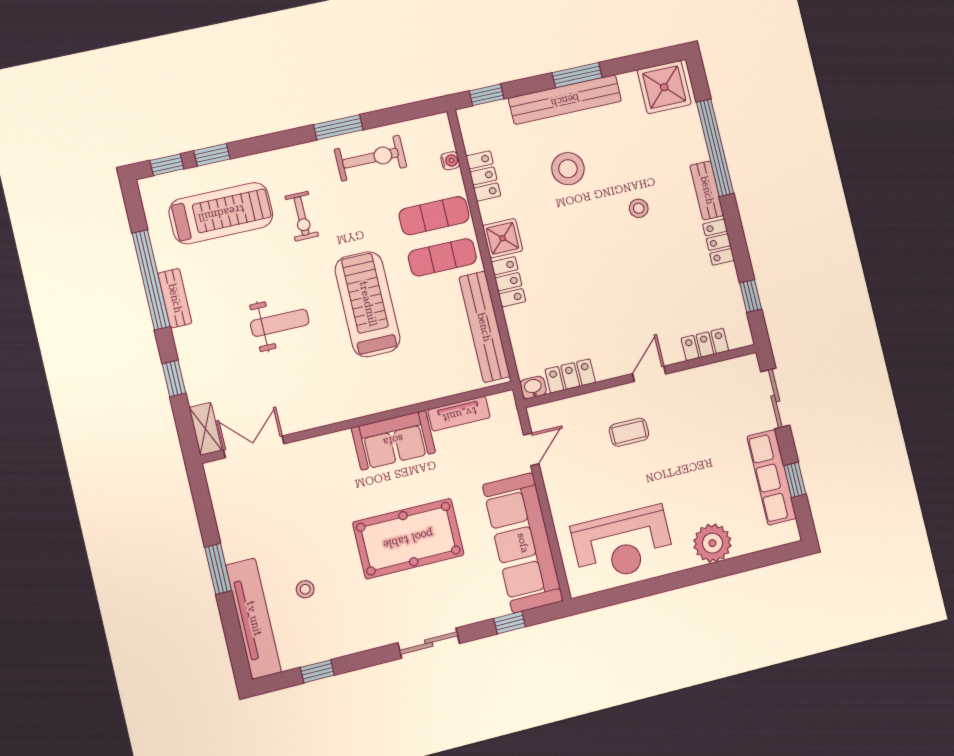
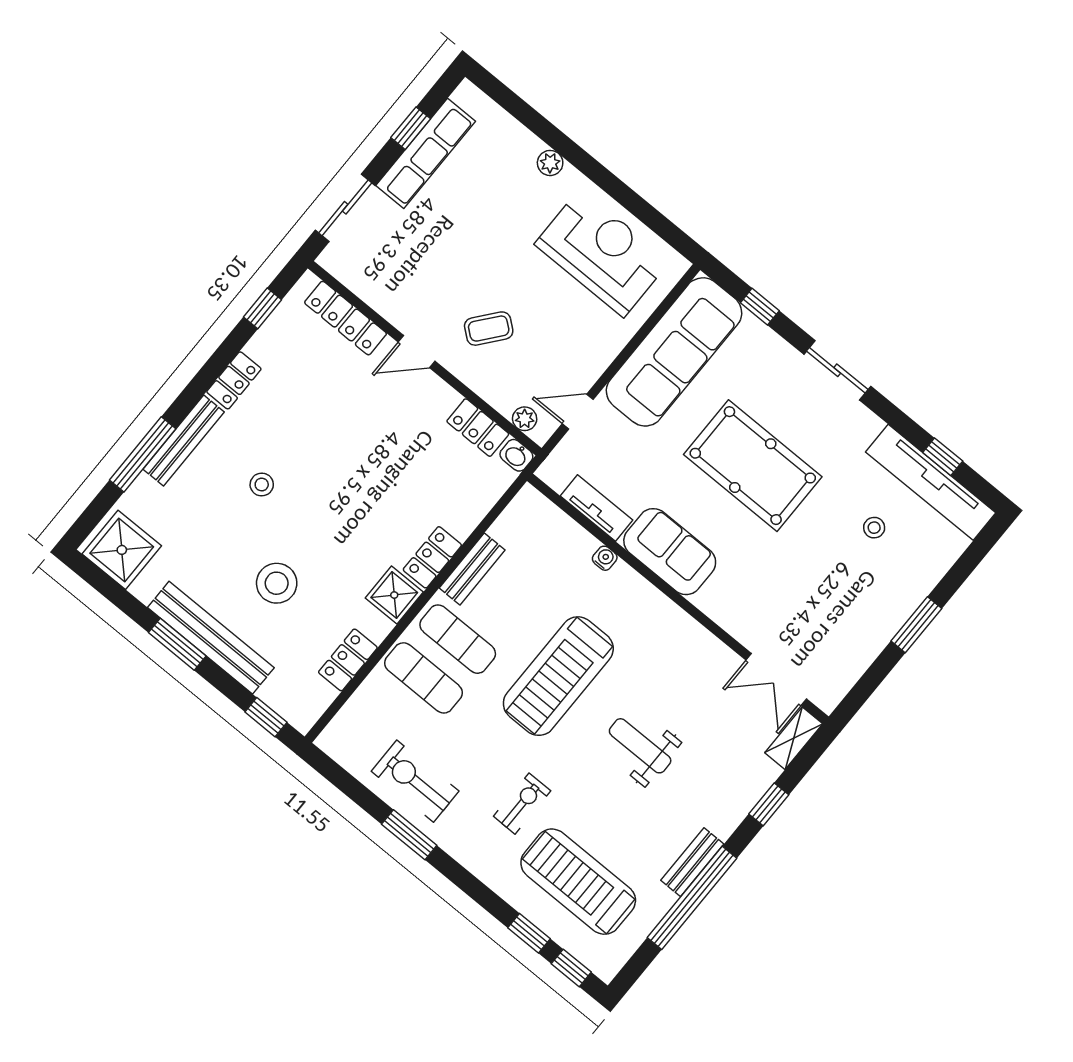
window: (715, 148) -> (143, 454), width x0.68
water cooler: (450, 161) -> (605, 558), moved, turned 90
bench: (707, 190) -> (184, 441), width x1.36
bench: (484, 327) -> (472, 569), width x0.54, depth x0.82
locker: (705, 344) -> (346, 318), width x1.53
plant: (553, 411) -> (525, 419), added
coffee table: (629, 432) -> (489, 329), turned -51
plant: (712, 543) -> (550, 163), width x0.53, depth x0.53
tv unit: (254, 619) -> (931, 482), moved, turned -90

